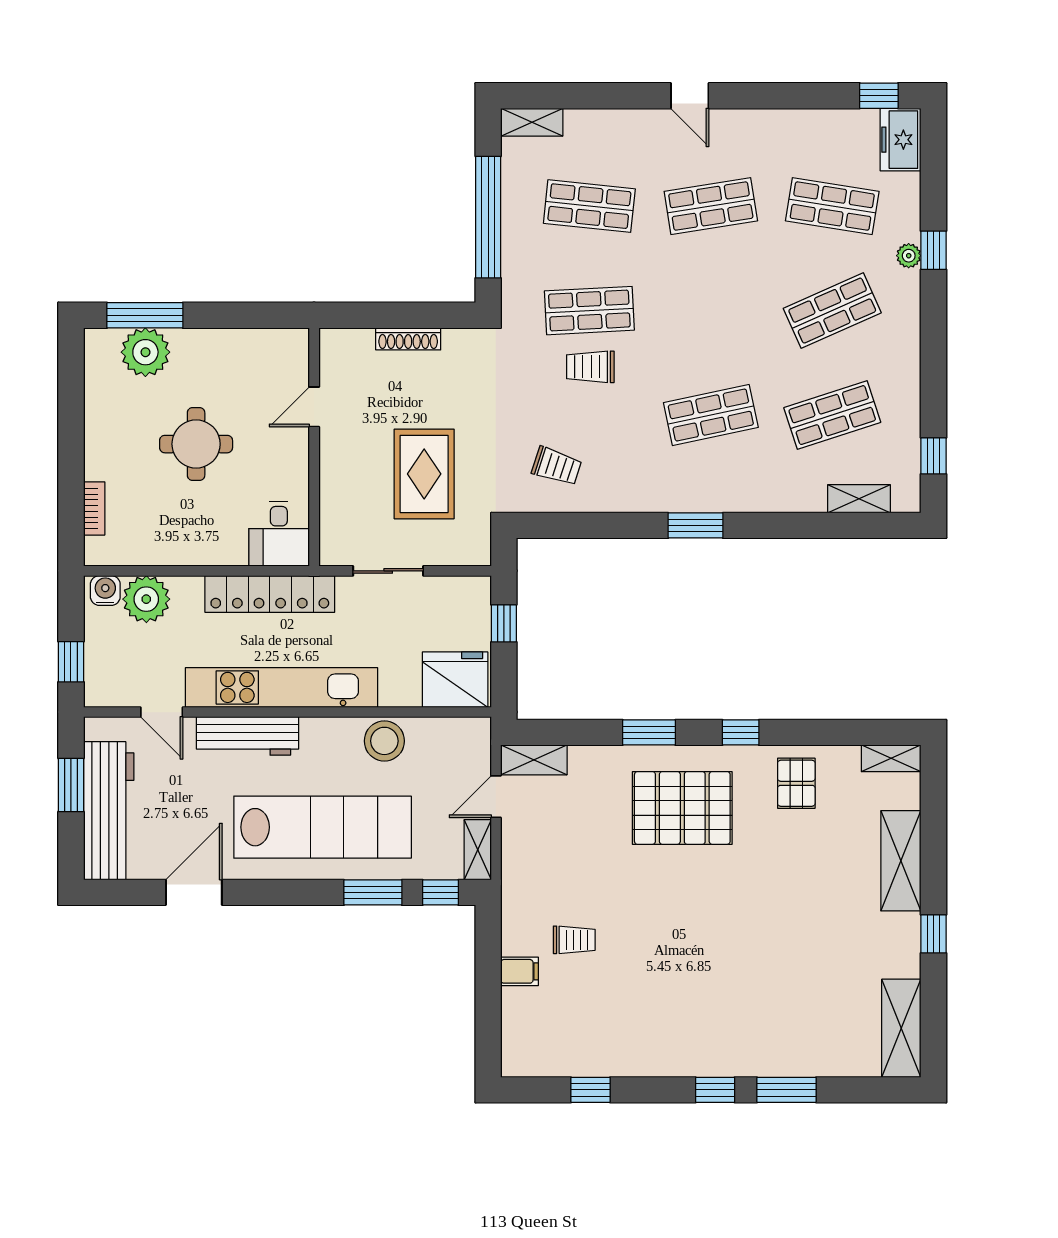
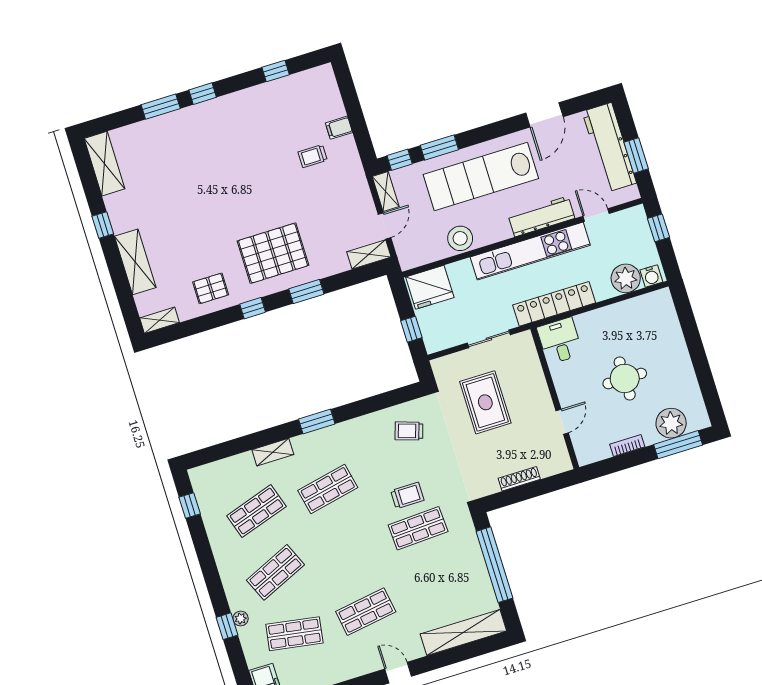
shelving: (532, 122) -> (463, 632), width x2.20, depth x1.33
shop shelf: (589, 206) -> (437, 590), removed
shelving: (859, 499) -> (273, 452), moved
bookcase: (94, 508) -> (627, 446), moved, turned 90
pallet: (796, 783) -> (211, 288), turned 90

